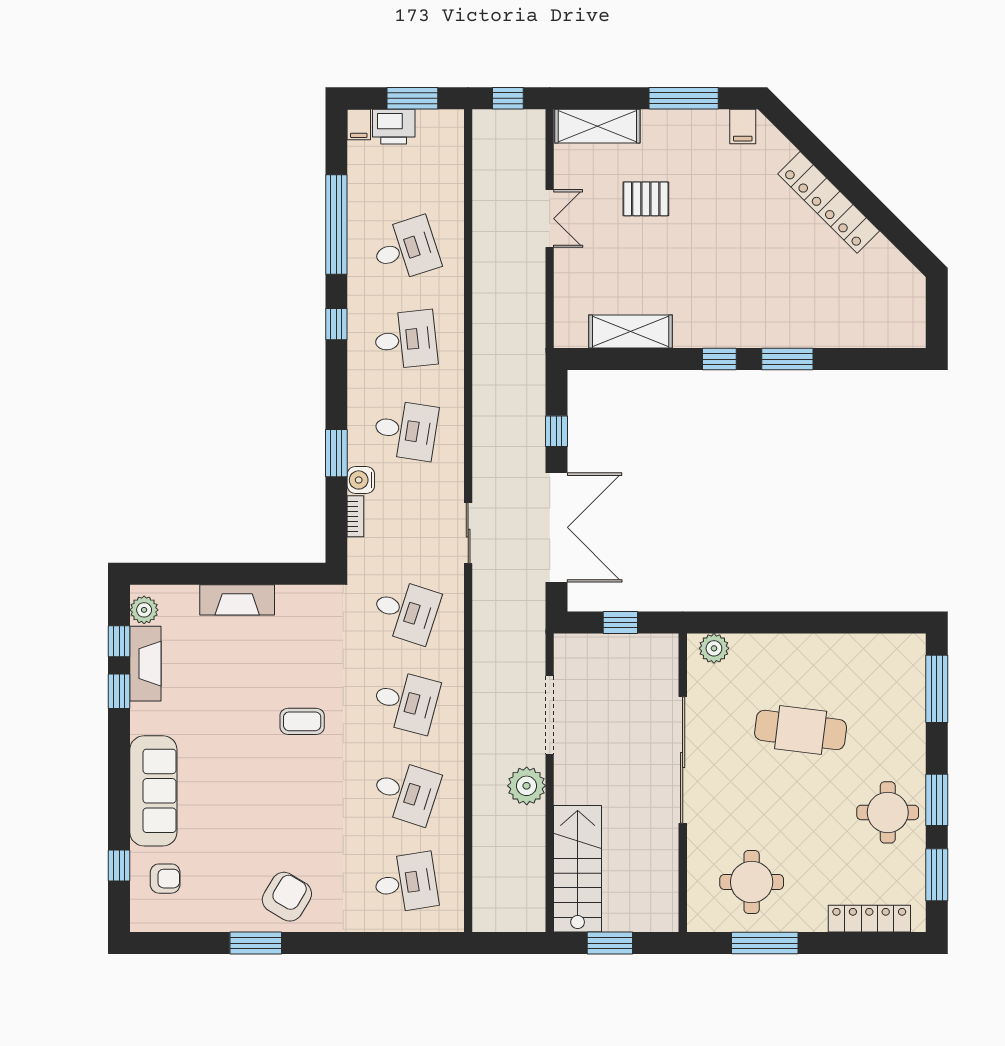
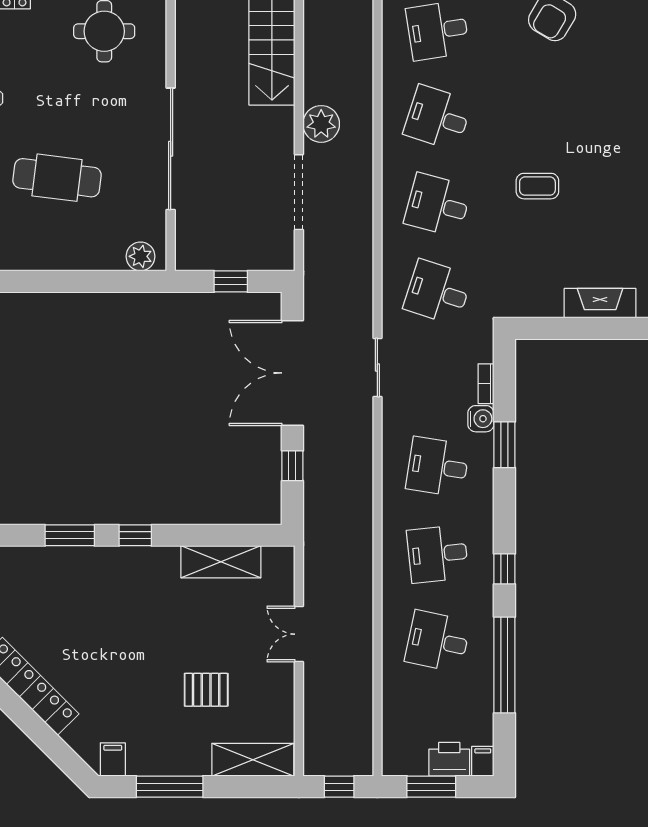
double door: (550, 219) -> (299, 634), moved
desk: (406, 249) -> (438, 641), turned 30

